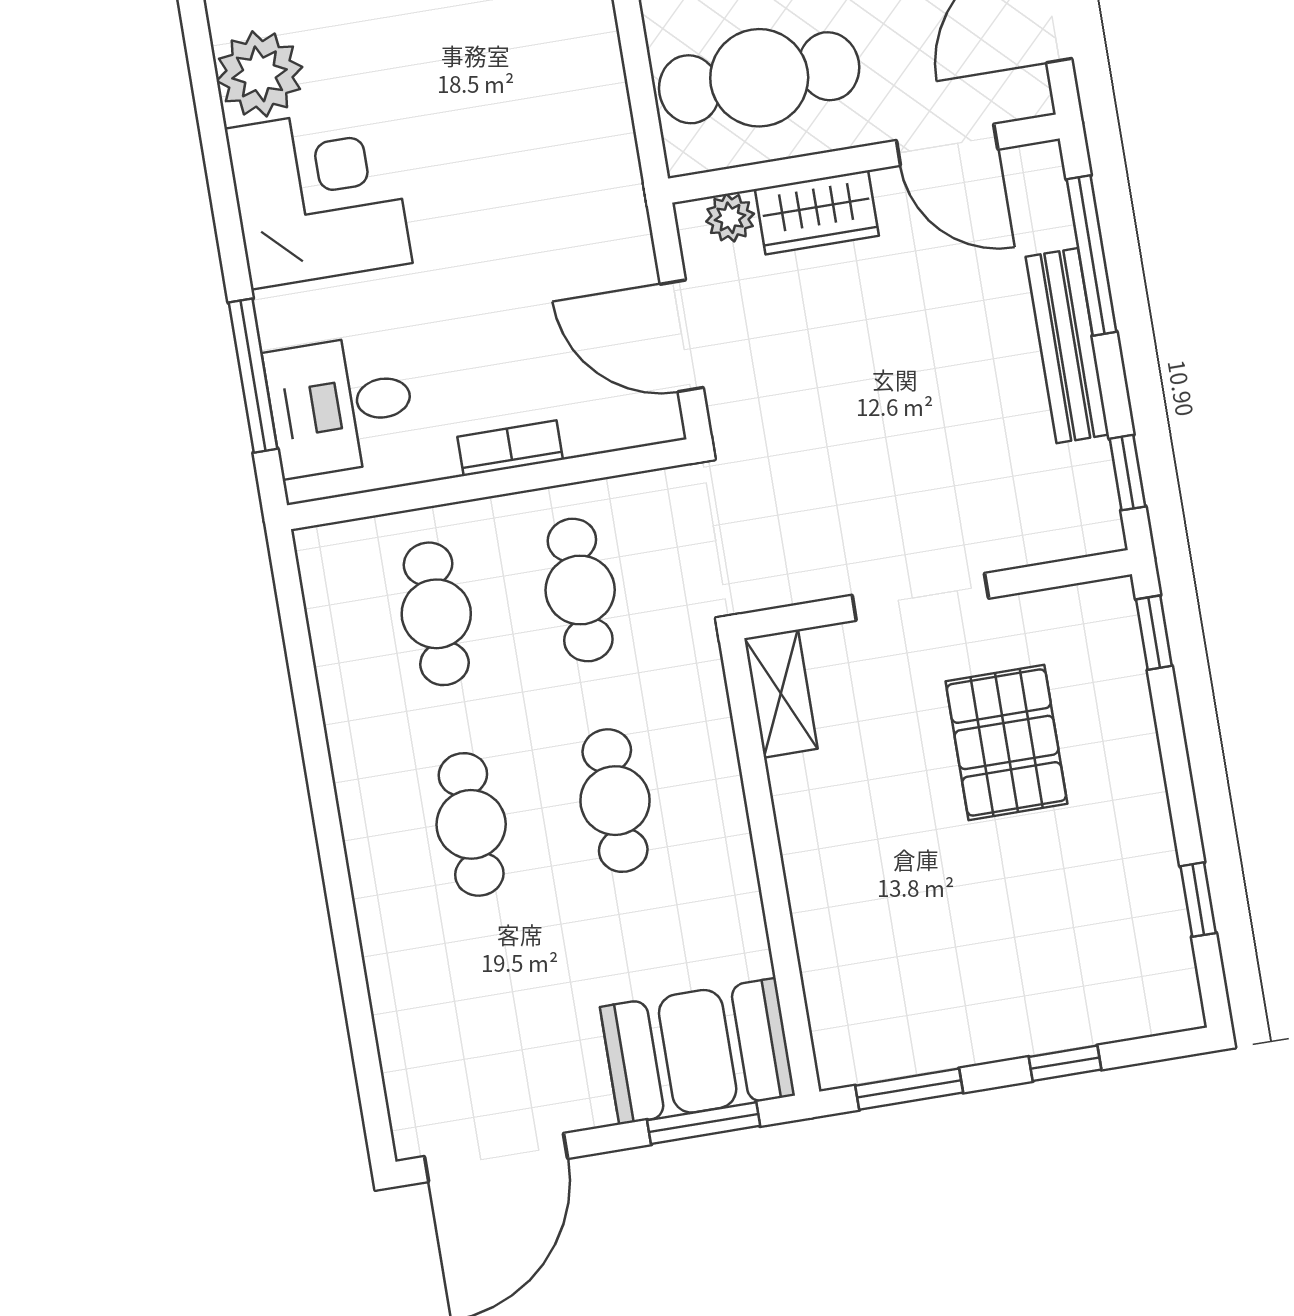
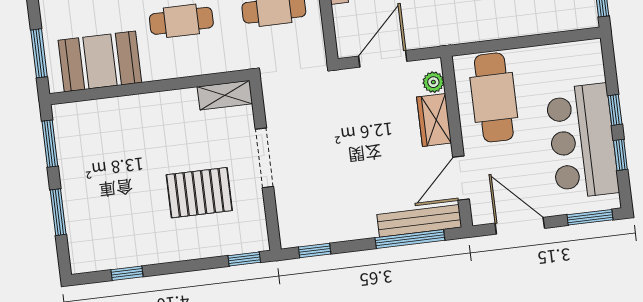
bench: (1067, 346) -> (419, 221), moved
booth: (698, 1051) -> (100, 61), moved, turned 90
window: (1065, 1063) -> (58, 212), width x1.50

